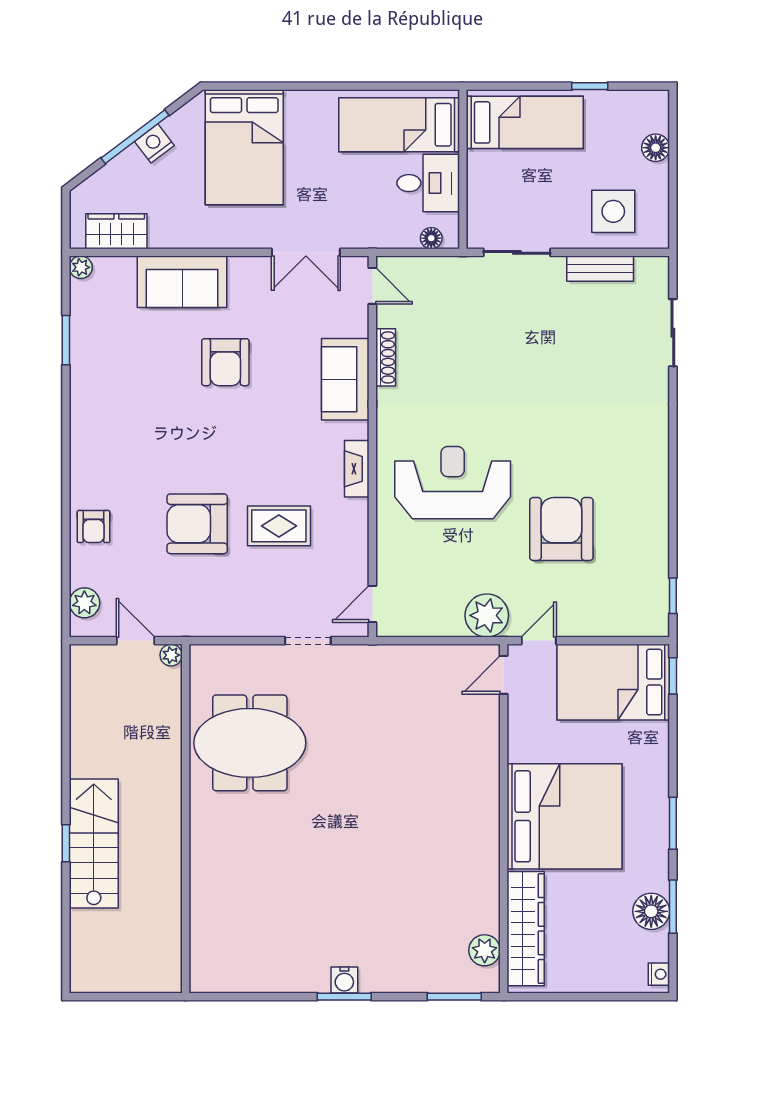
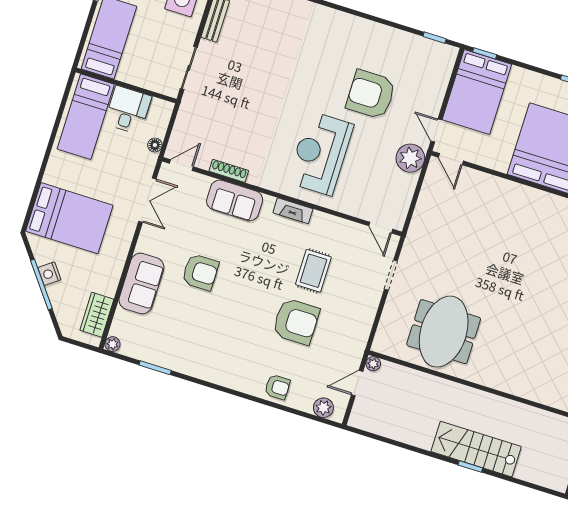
floor lamp: (431, 238) -> (155, 145), moved
armchair: (197, 524) -> (296, 322), turned -90

